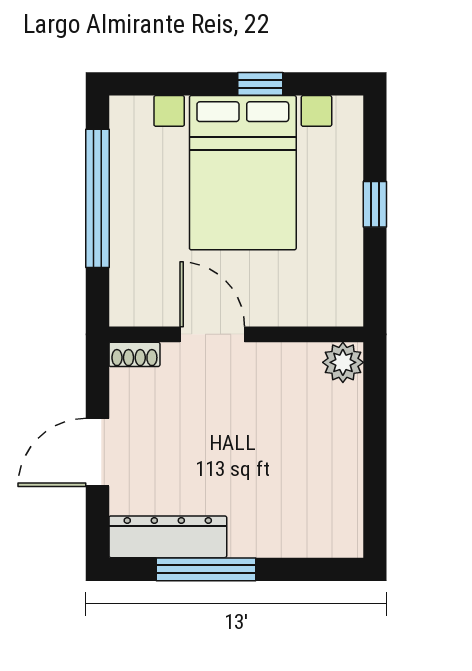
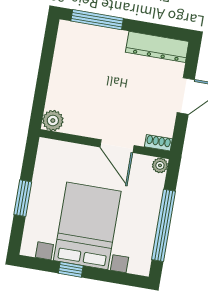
window: (375, 204) -> (23, 198), width x1.50
plant: (124, 312) -> (160, 165), added
window: (206, 569) -> (97, 20), moved

